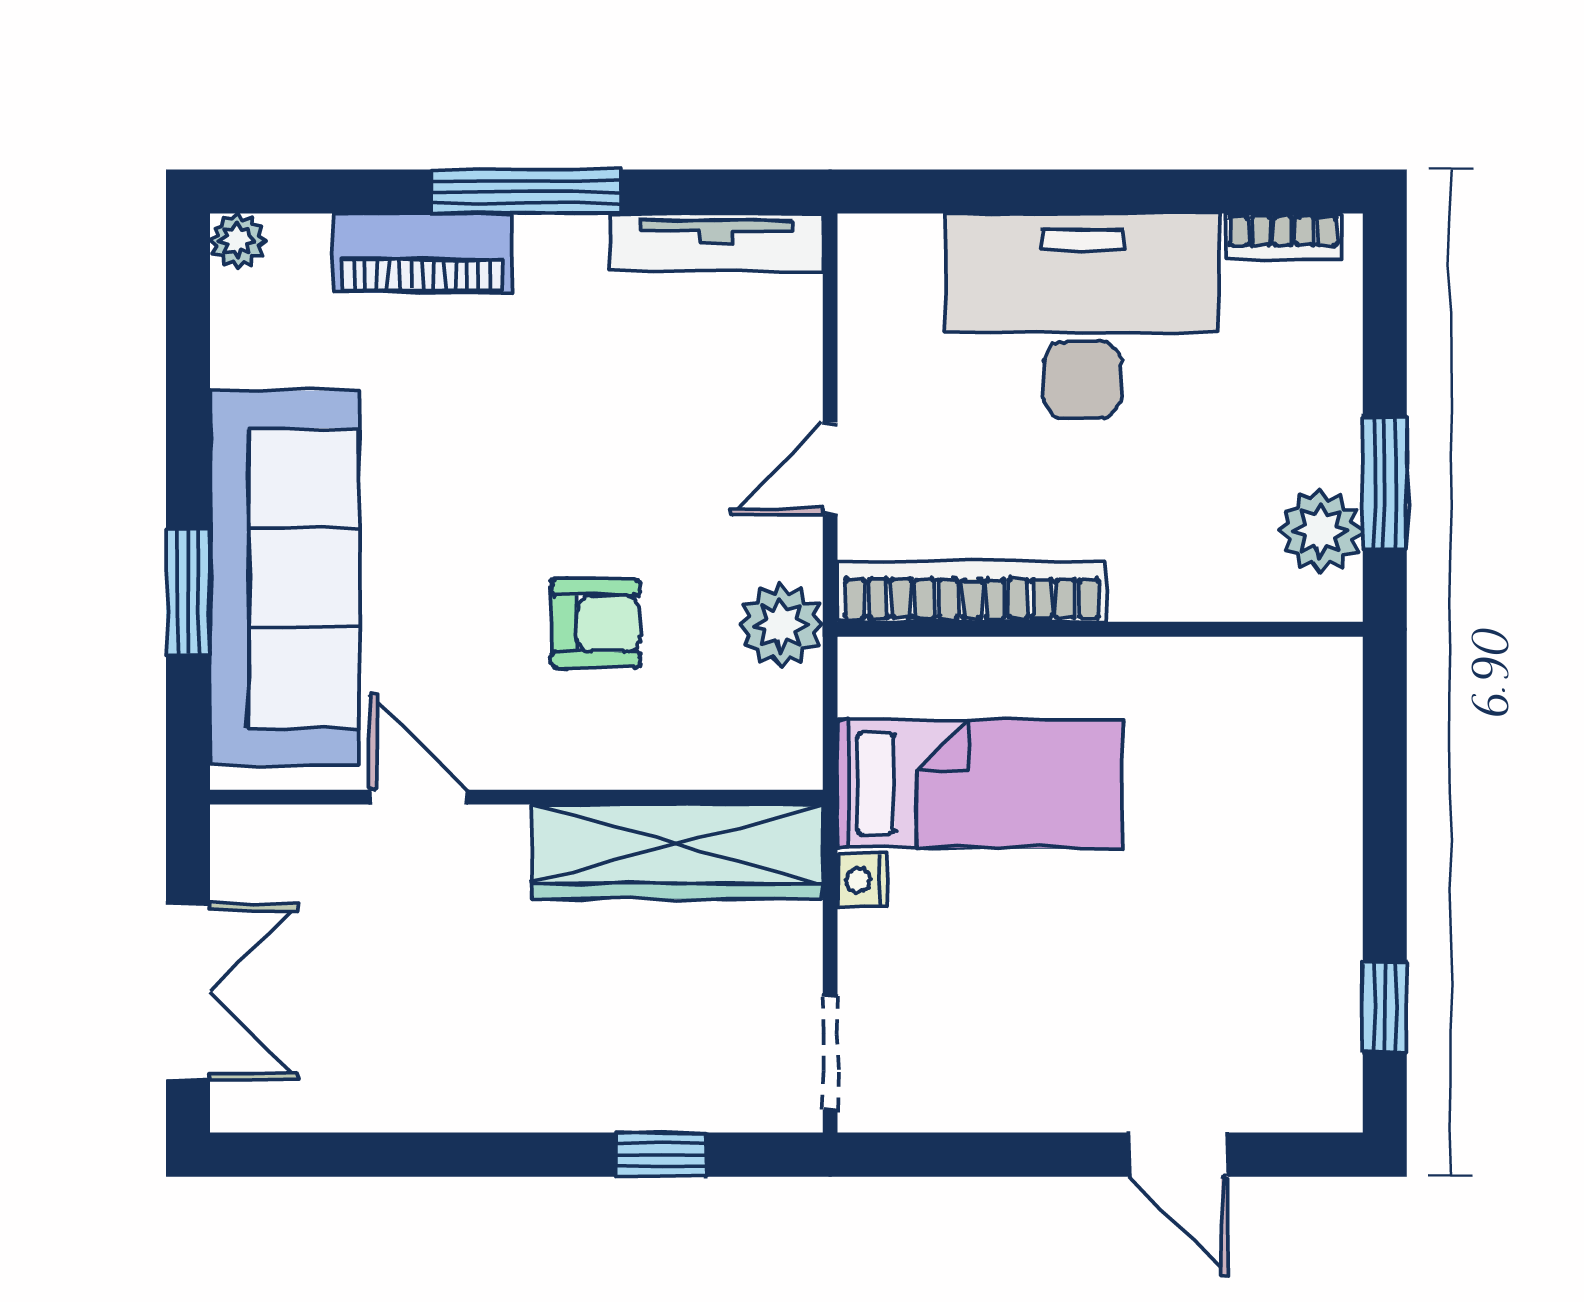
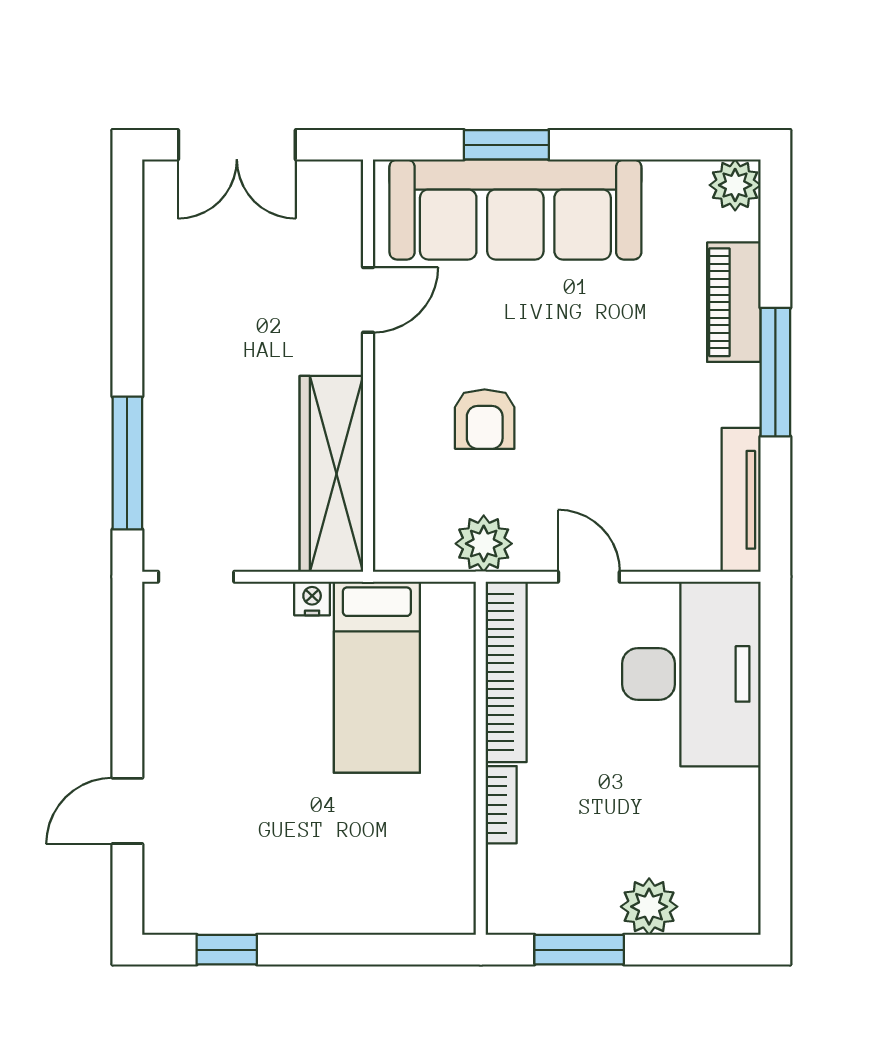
bookcase: (1283, 236) -> (501, 805), moved, turned 180
plant: (238, 241) -> (735, 185), width x1.38, depth x1.38
desk: (1082, 316) -> (691, 674), moved
plant: (1321, 531) -> (649, 907), moved
window: (661, 1155) -> (127, 463), width x2.17

